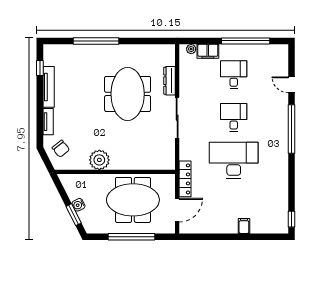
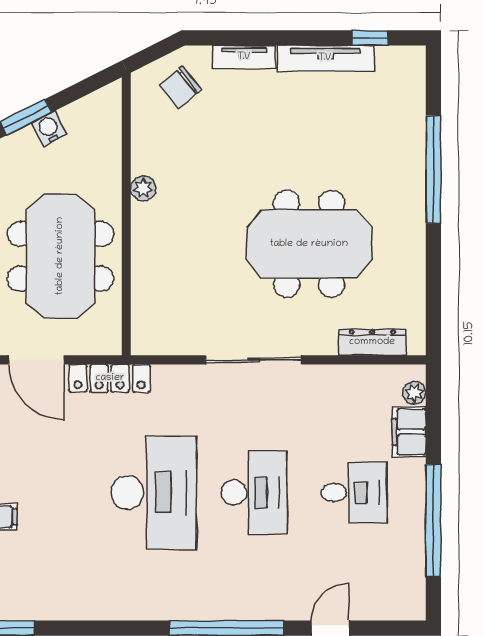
dresser: (170, 81) -> (372, 342), moved
desk: (234, 117) -> (254, 493), width x1.37
plant: (99, 160) -> (143, 188), width x0.53, depth x0.53

